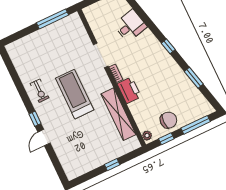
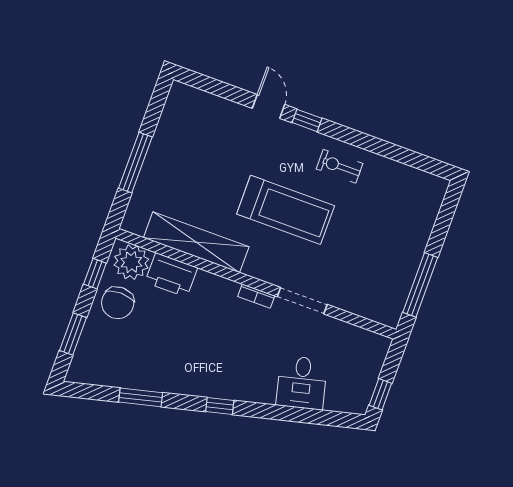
printer: (129, 90) -> (171, 275), moved
window: (196, 125) -> (73, 334), width x0.69
plant: (147, 136) -> (131, 262), width x1.88, depth x1.88
window: (112, 165) -> (135, 163), width x2.17

